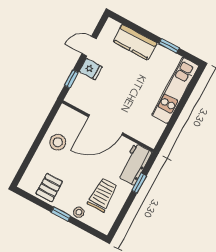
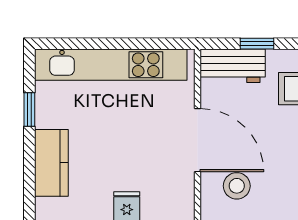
kitchen unit: (175, 90) -> (111, 65), width x1.36
stool: (58, 142) -> (237, 186), moved

